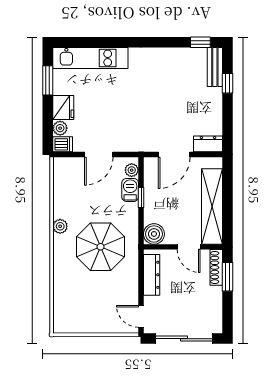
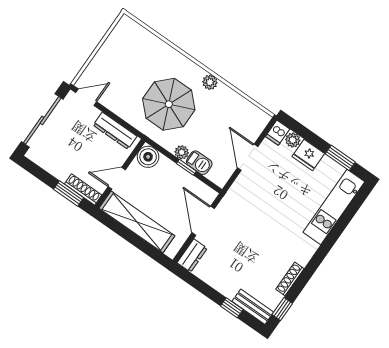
shoe rack: (172, 53) -> (290, 279), added
plant: (132, 170) -> (182, 152), moved

